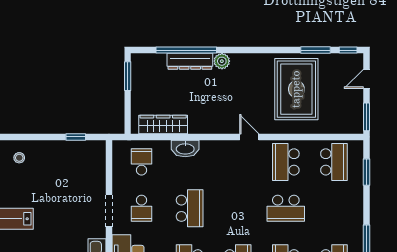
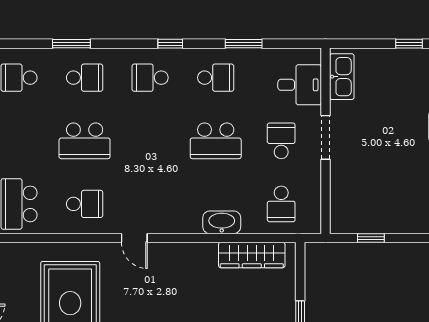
school desk: (286, 162) -> (85, 204), width x0.54
school desk: (190, 208) -> (216, 141), turned -90
school desk: (286, 208) -> (85, 141), turned 180

